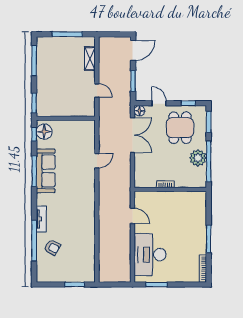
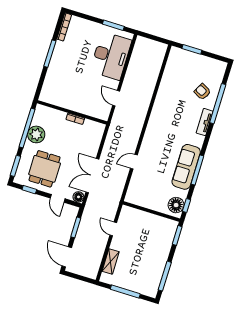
door: (133, 50) -> (67, 257), hinge flipped

